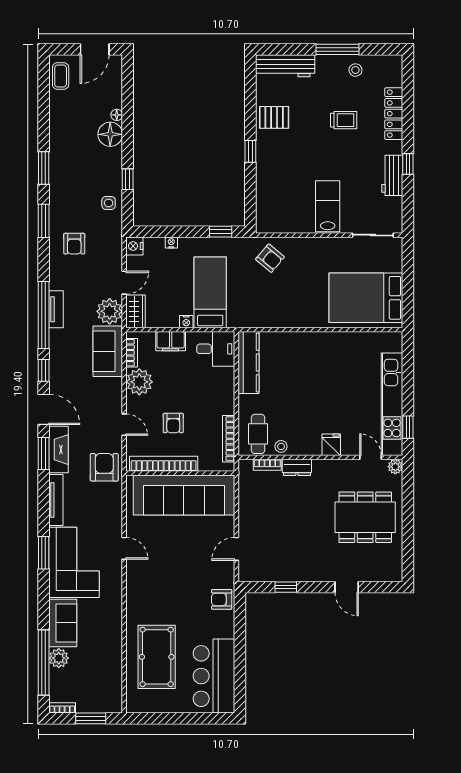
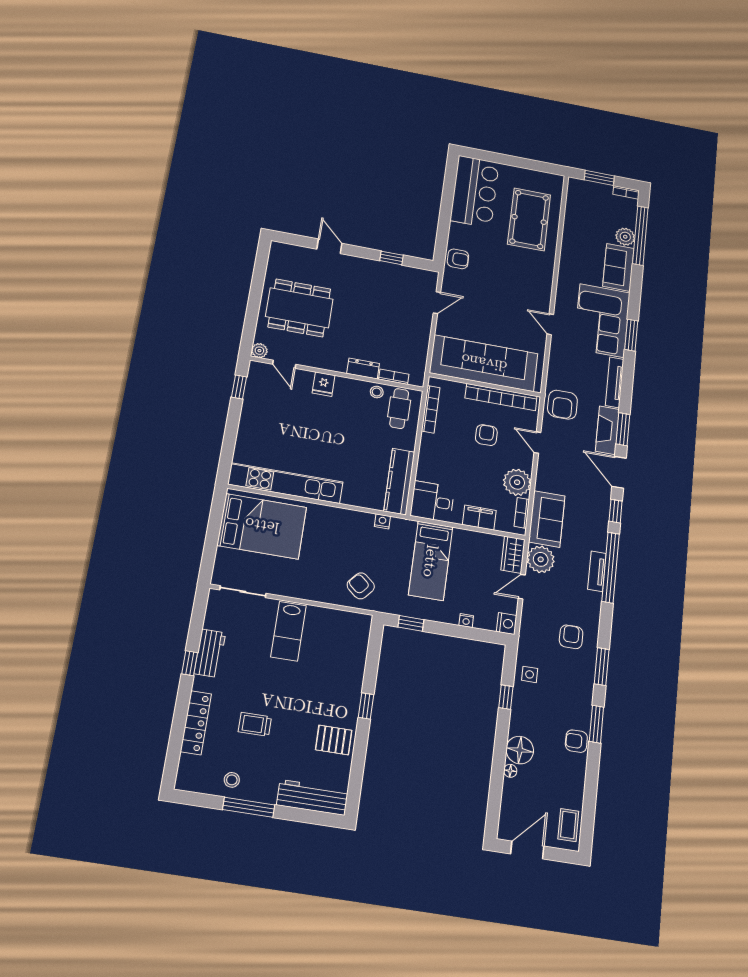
armchair: (60, 150) -> (576, 741), added
nightstand: (186, 322) -> (382, 521), moved
kitchen unit: (392, 404) -> (285, 483), moved, turned -90

